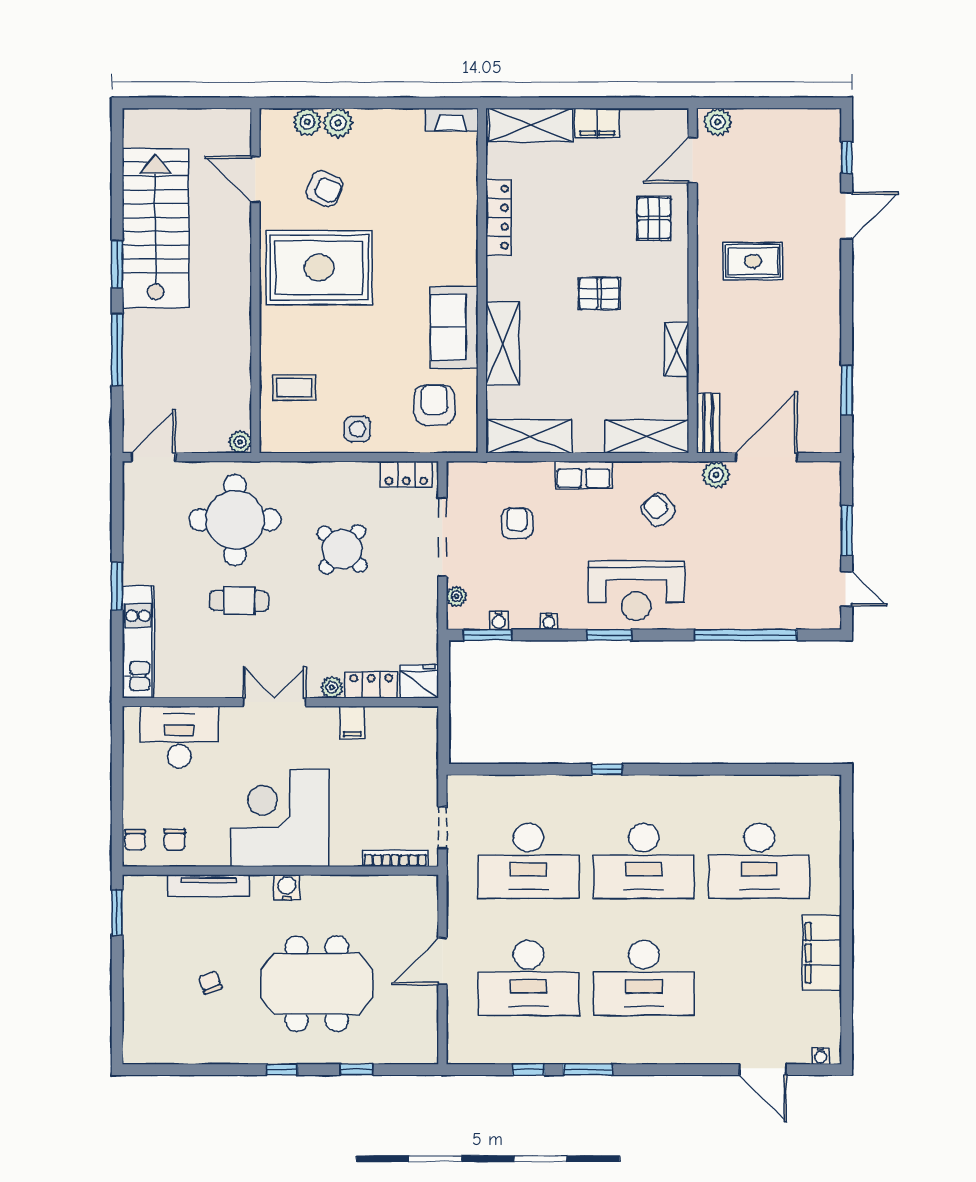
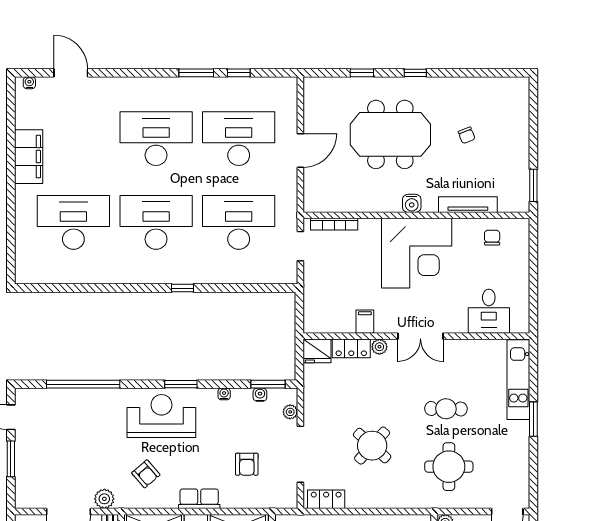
round table: (235, 520) -> (449, 467), width x0.73, depth x0.73
desk: (179, 737) -> (489, 311), width x0.73
chair: (135, 840) -> (520, 237), removed

